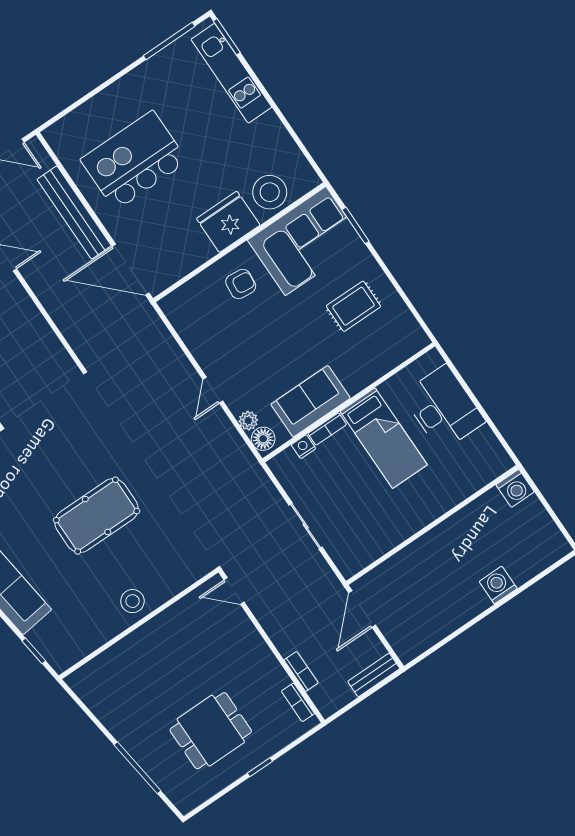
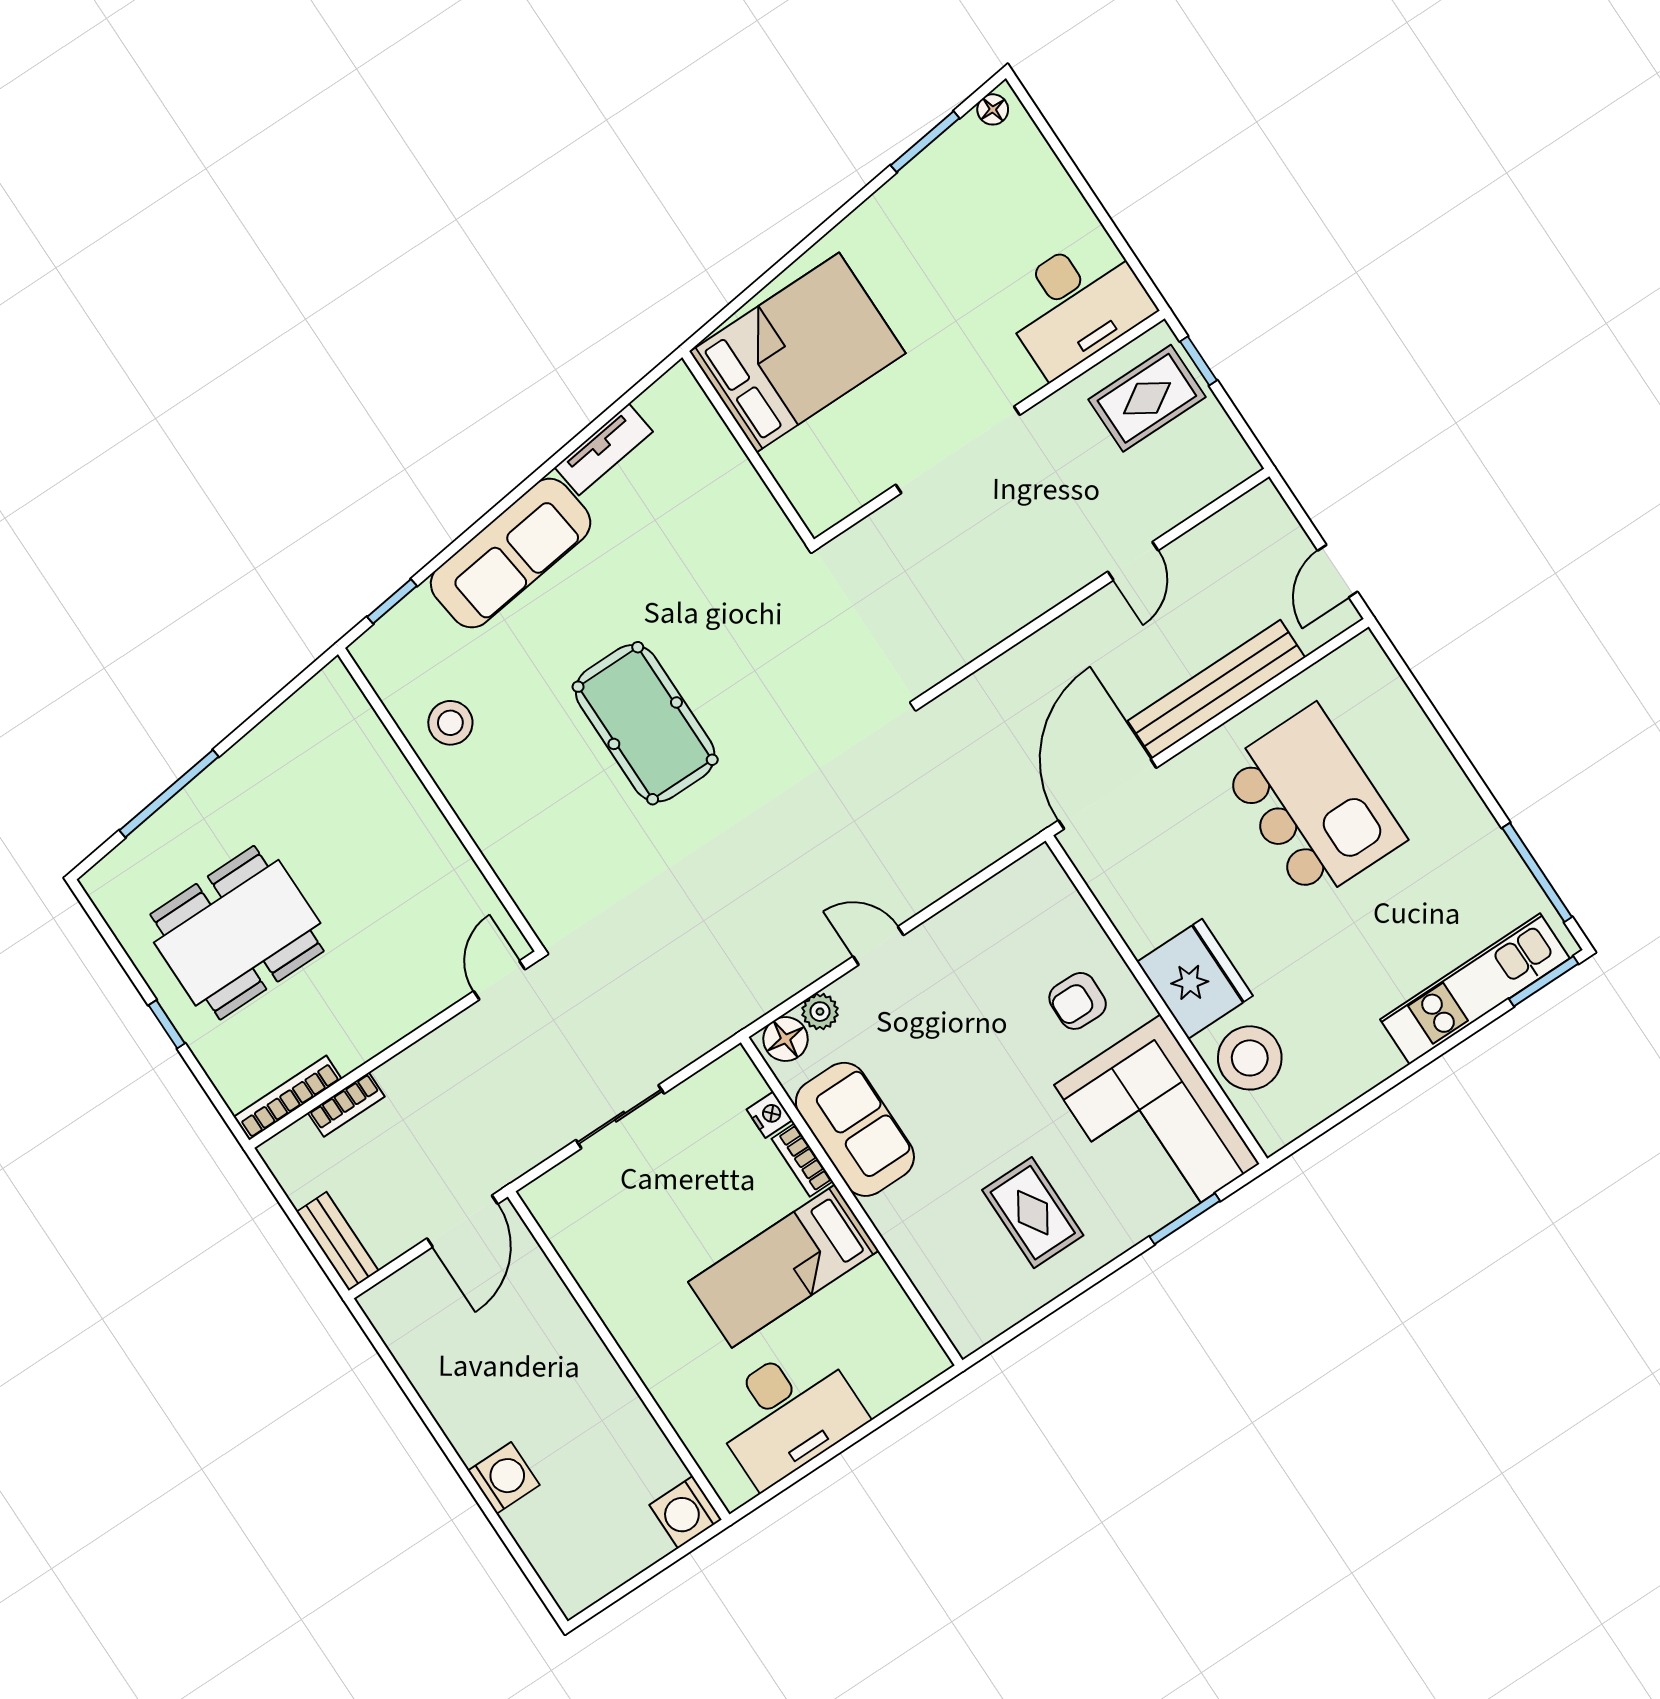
armchair: (241, 284) -> (1078, 1001), turned 85
desk: (443, 408) -> (787, 1413), moved
stool: (133, 601) -> (450, 723), moved
door: (362, 609) -> (462, 1221), swing flipped
bookcase: (298, 702) -> (288, 1098), width x1.56
dining table: (211, 731) -> (237, 933), width x1.37

